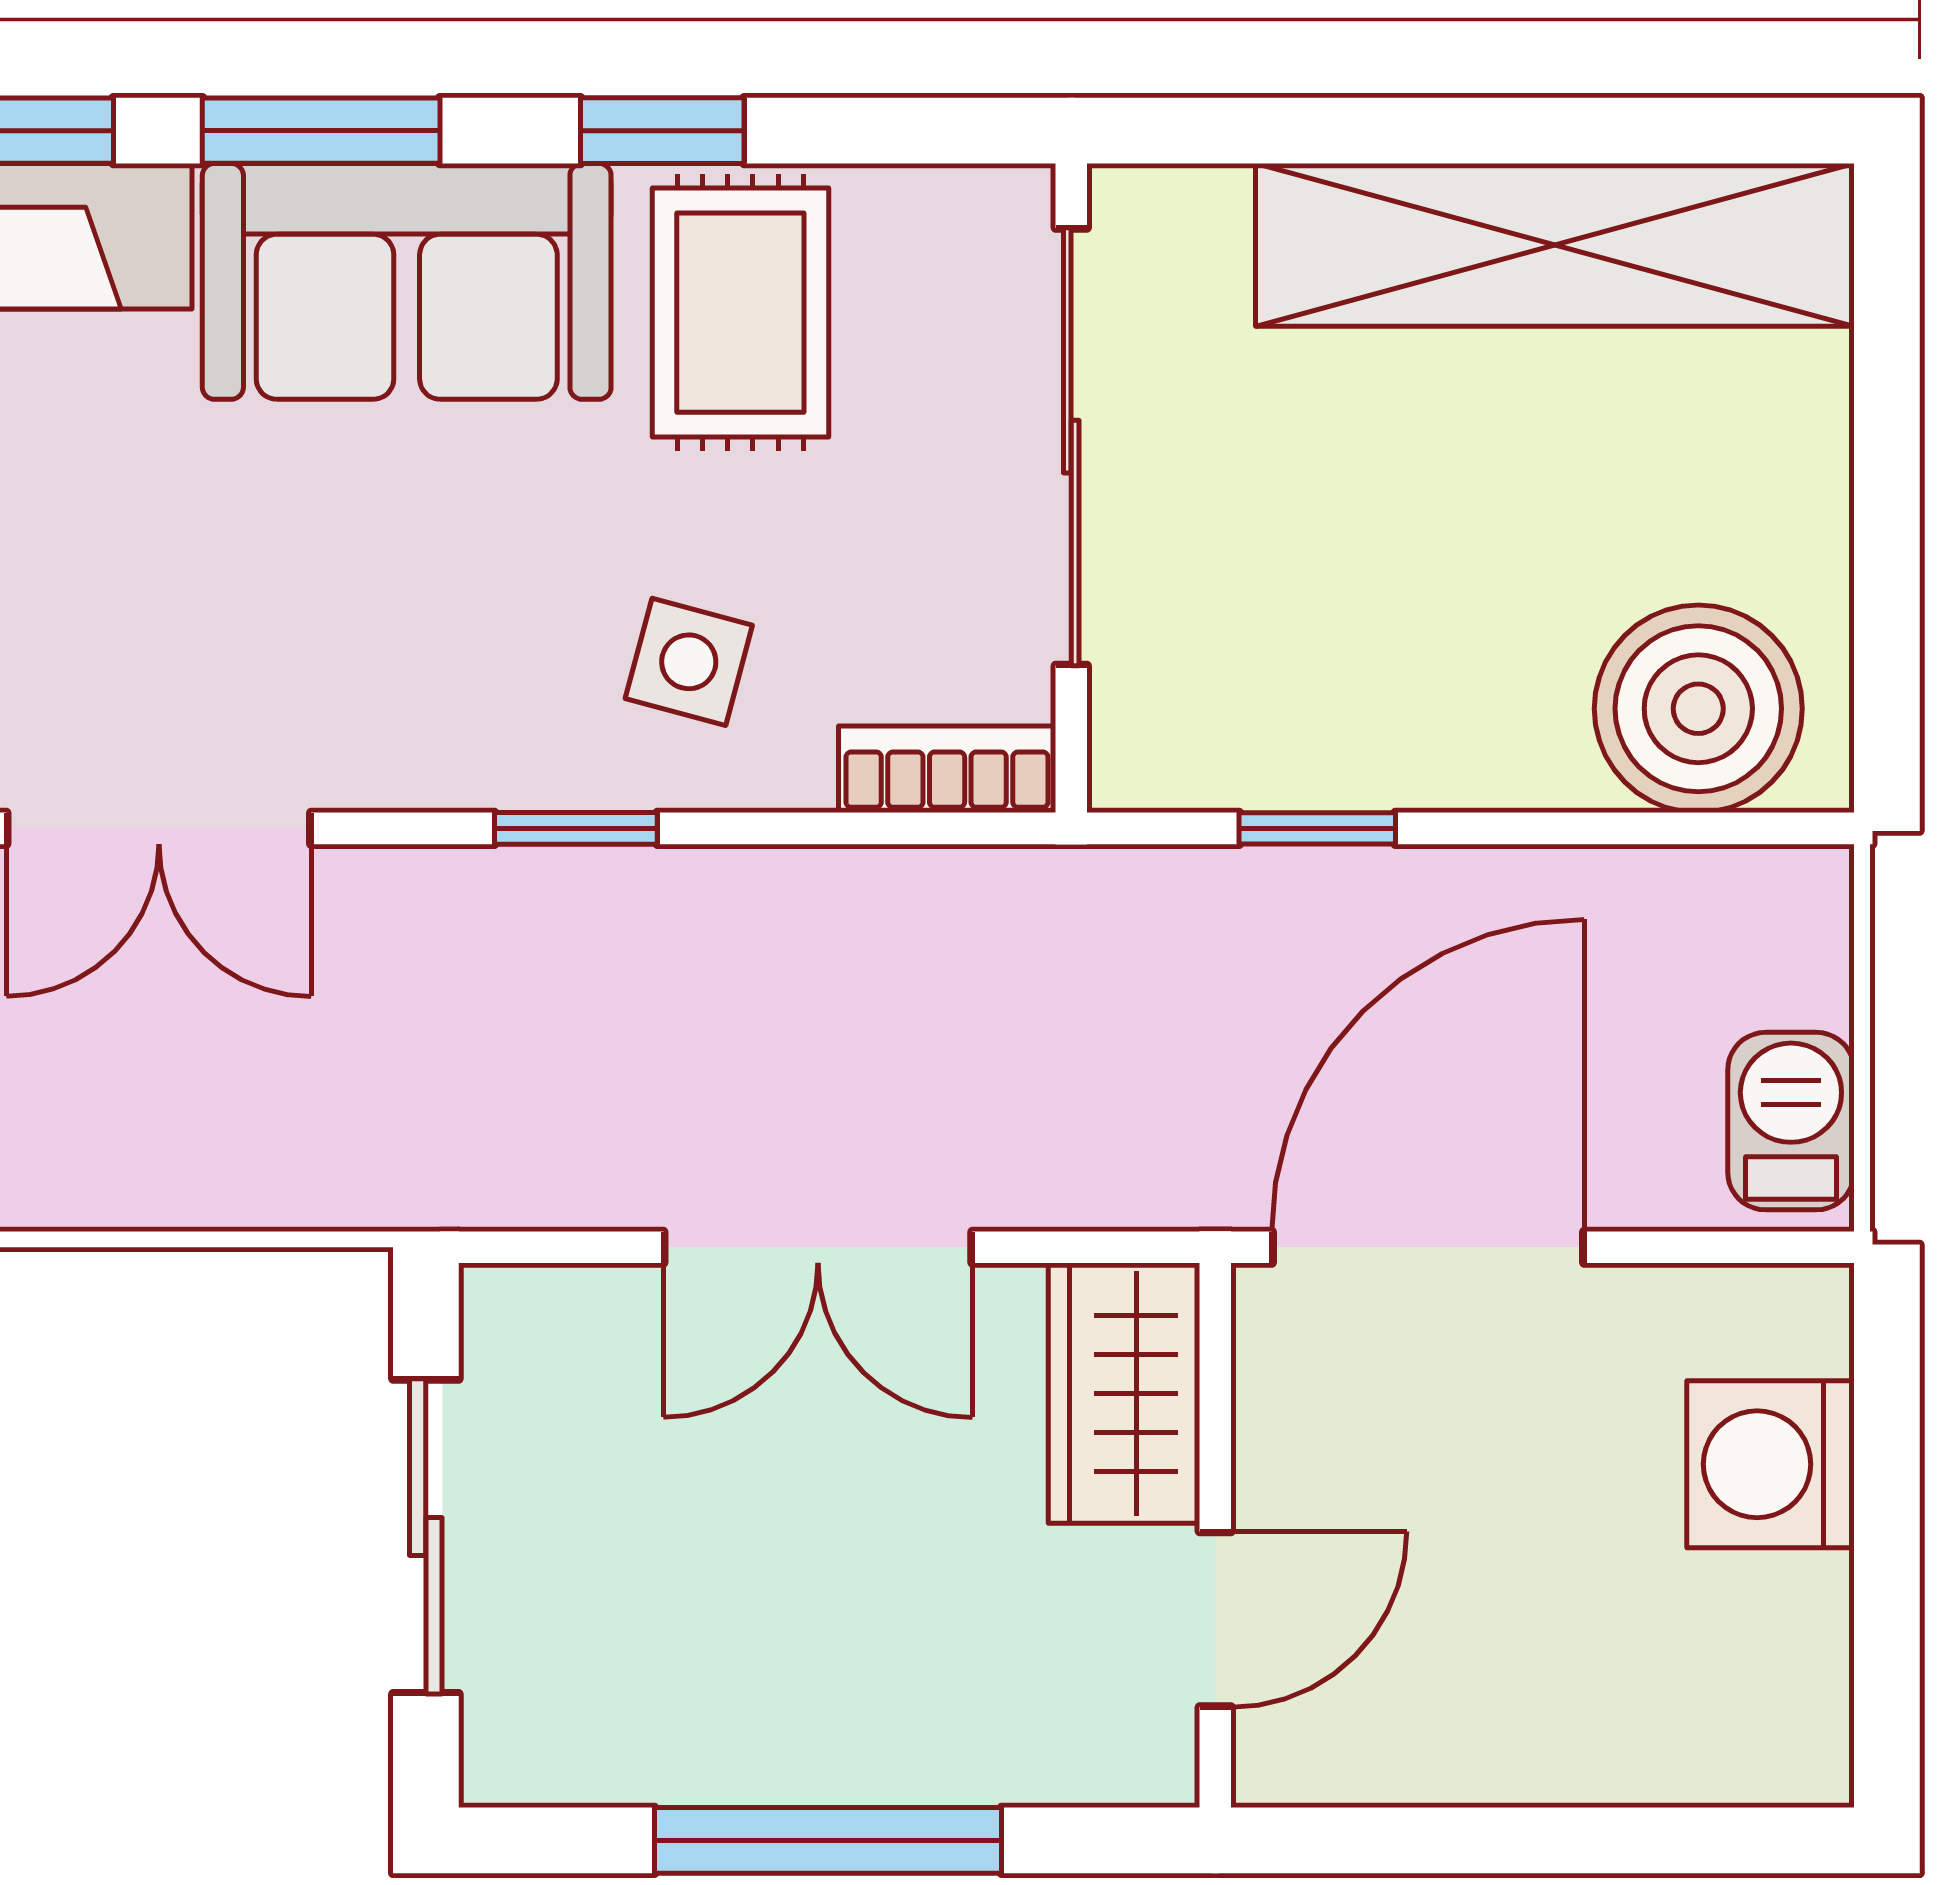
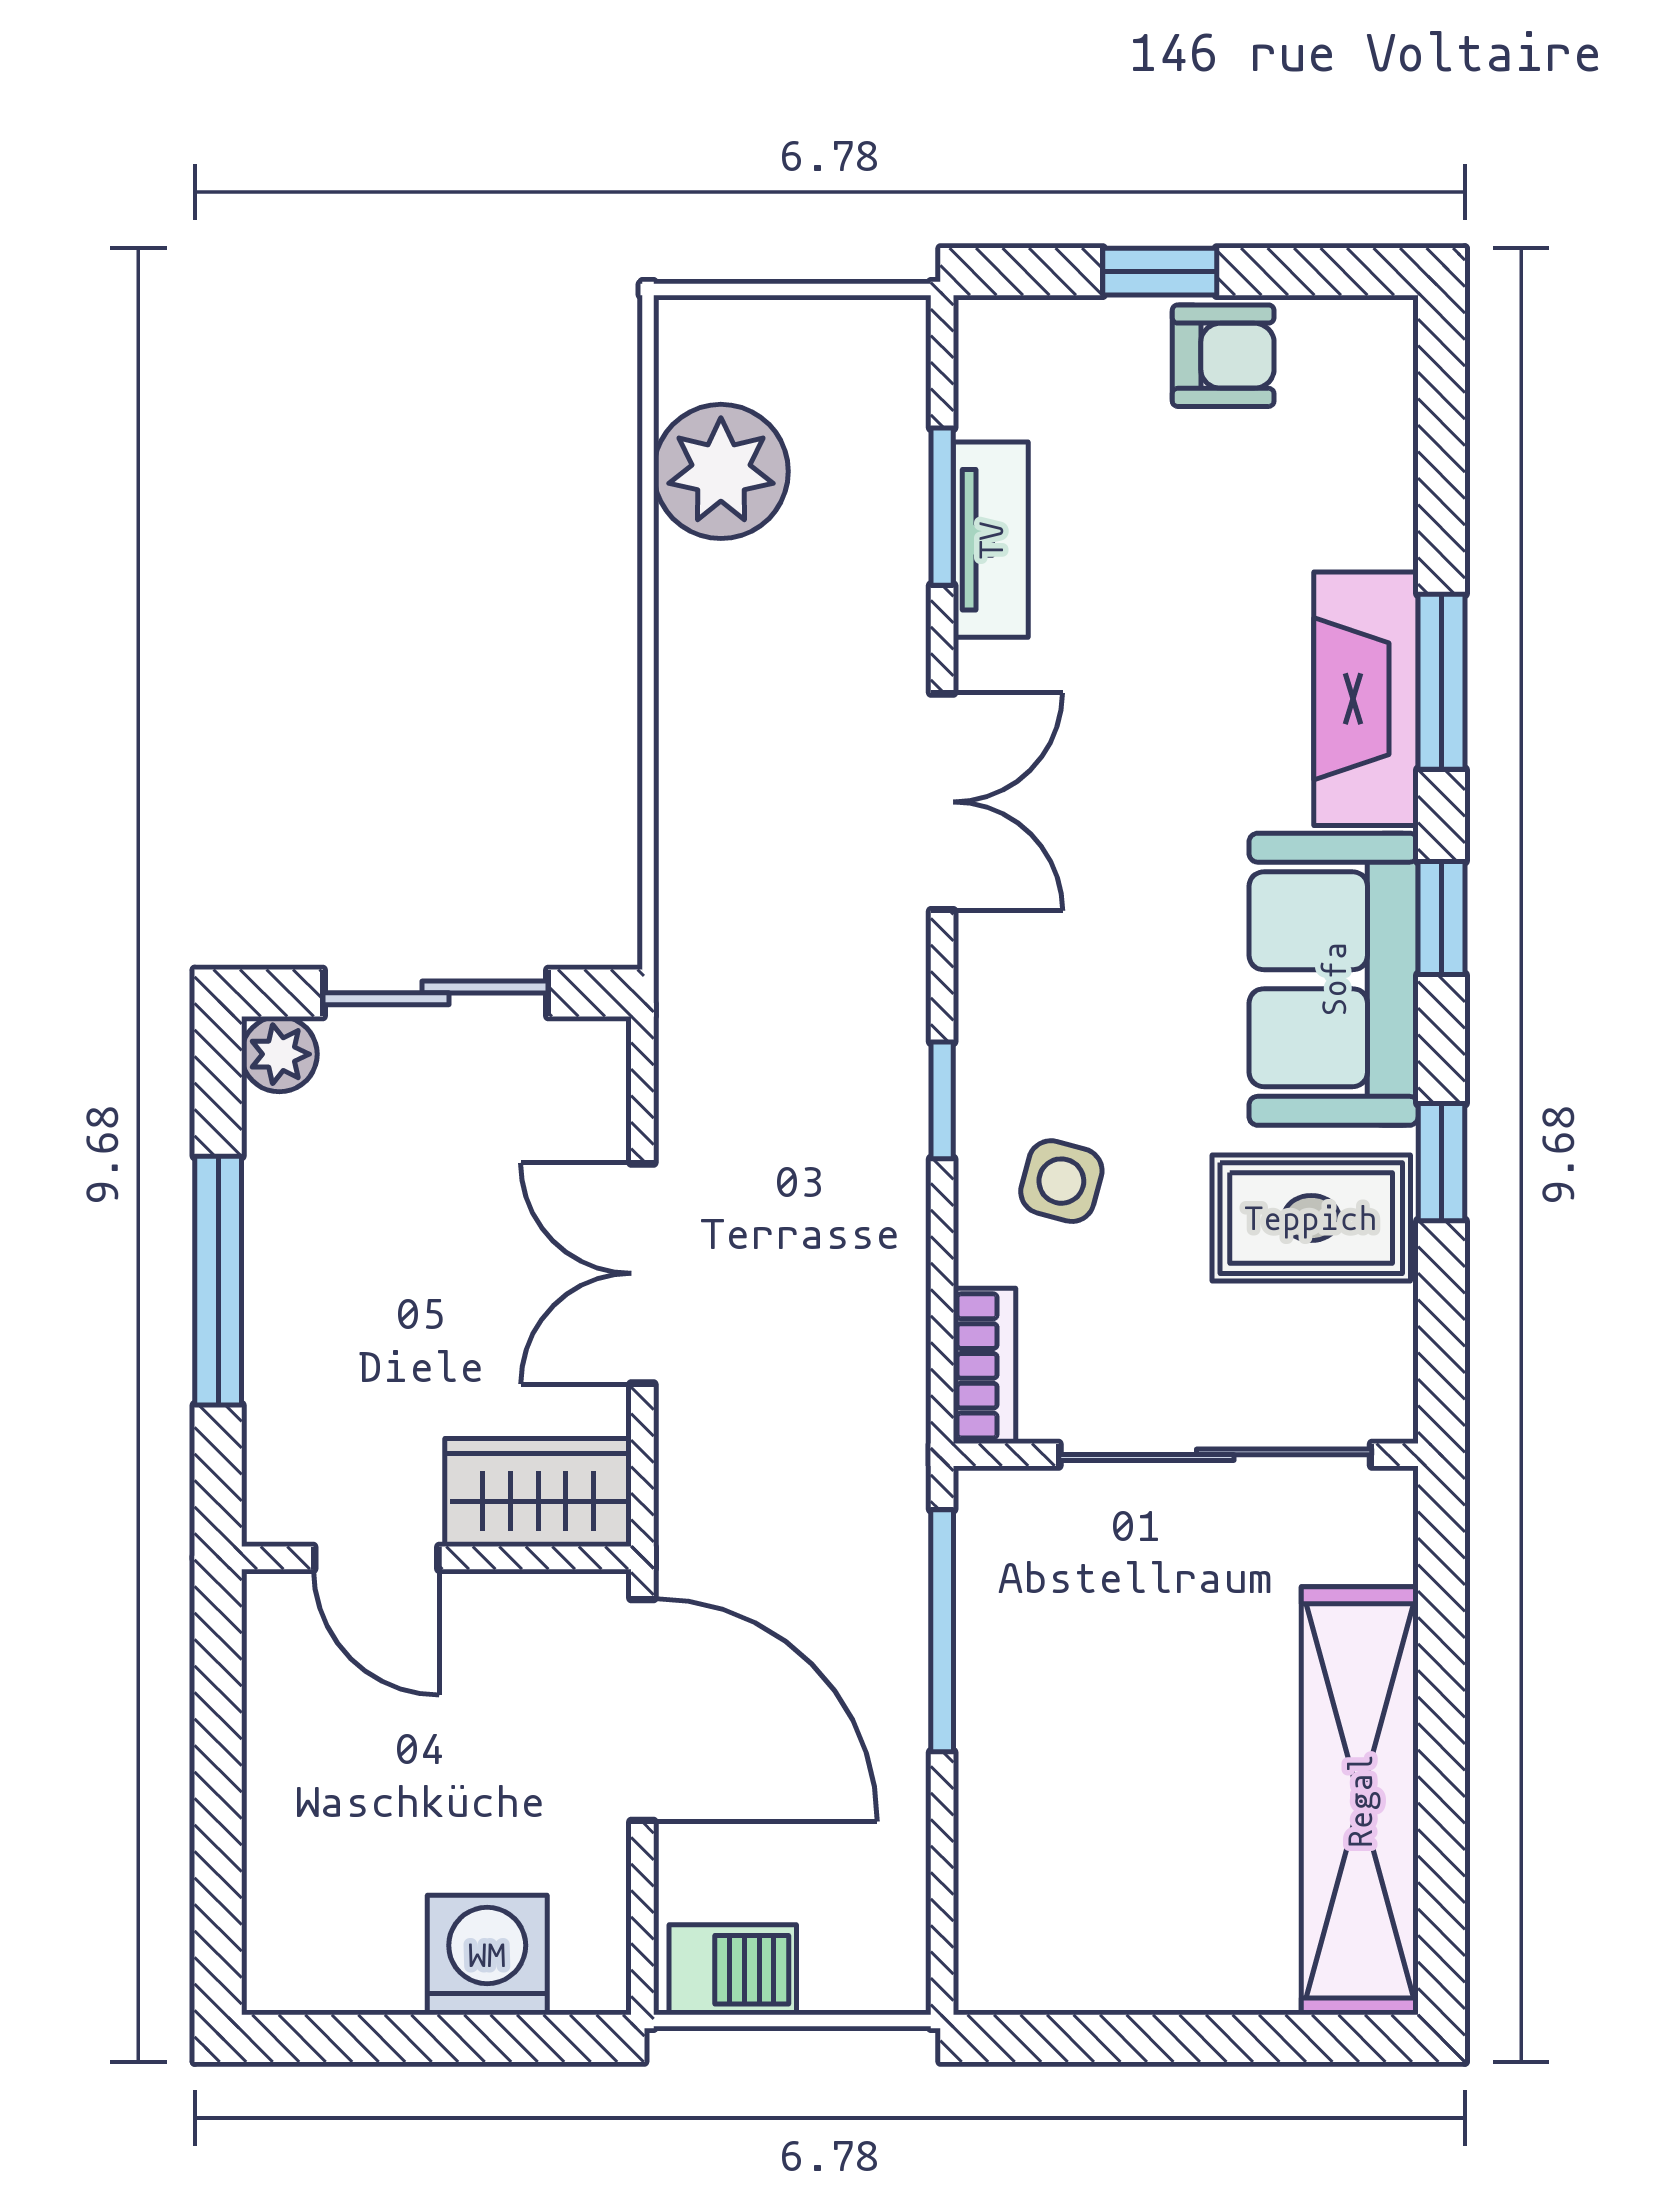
window: (321, 131) -> (1442, 918), width x0.67
boiler: (1698, 709) -> (1028, 1903), removed
double door: (159, 828) -> (942, 802), swing flipped
window: (1317, 828) -> (942, 1631), width x2.17
plant: (511, 1755) -> (279, 1054), added

